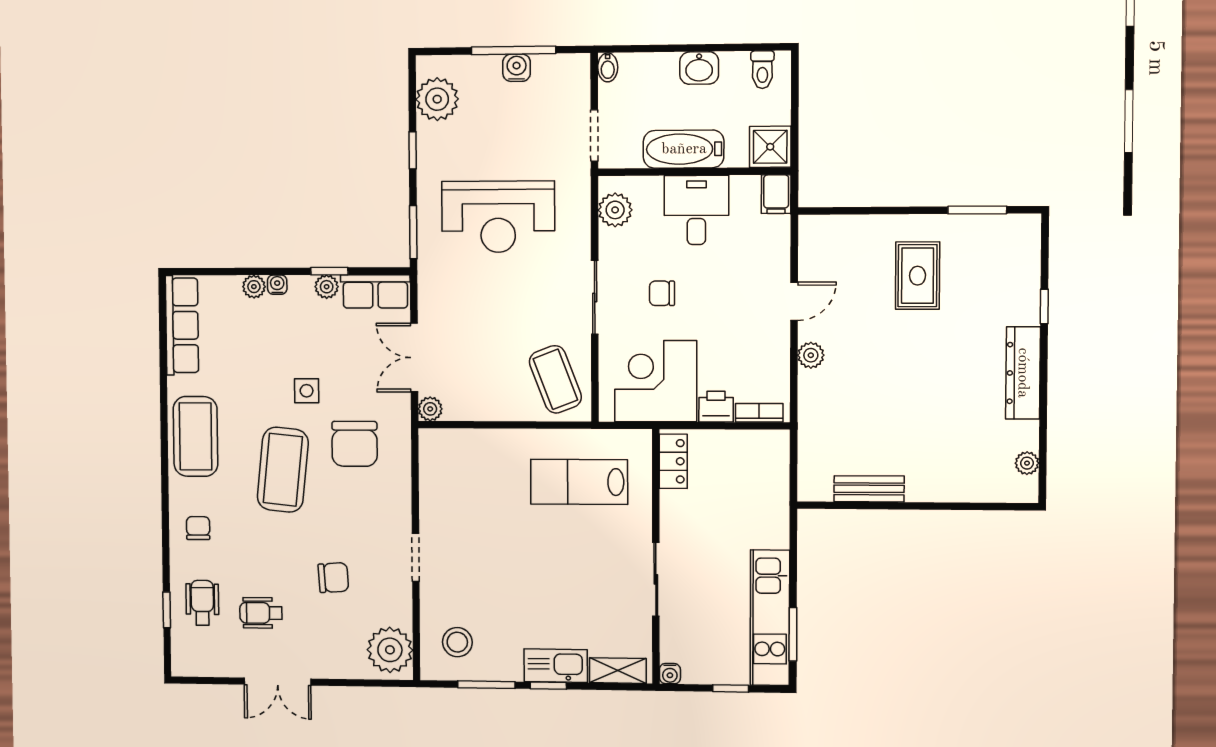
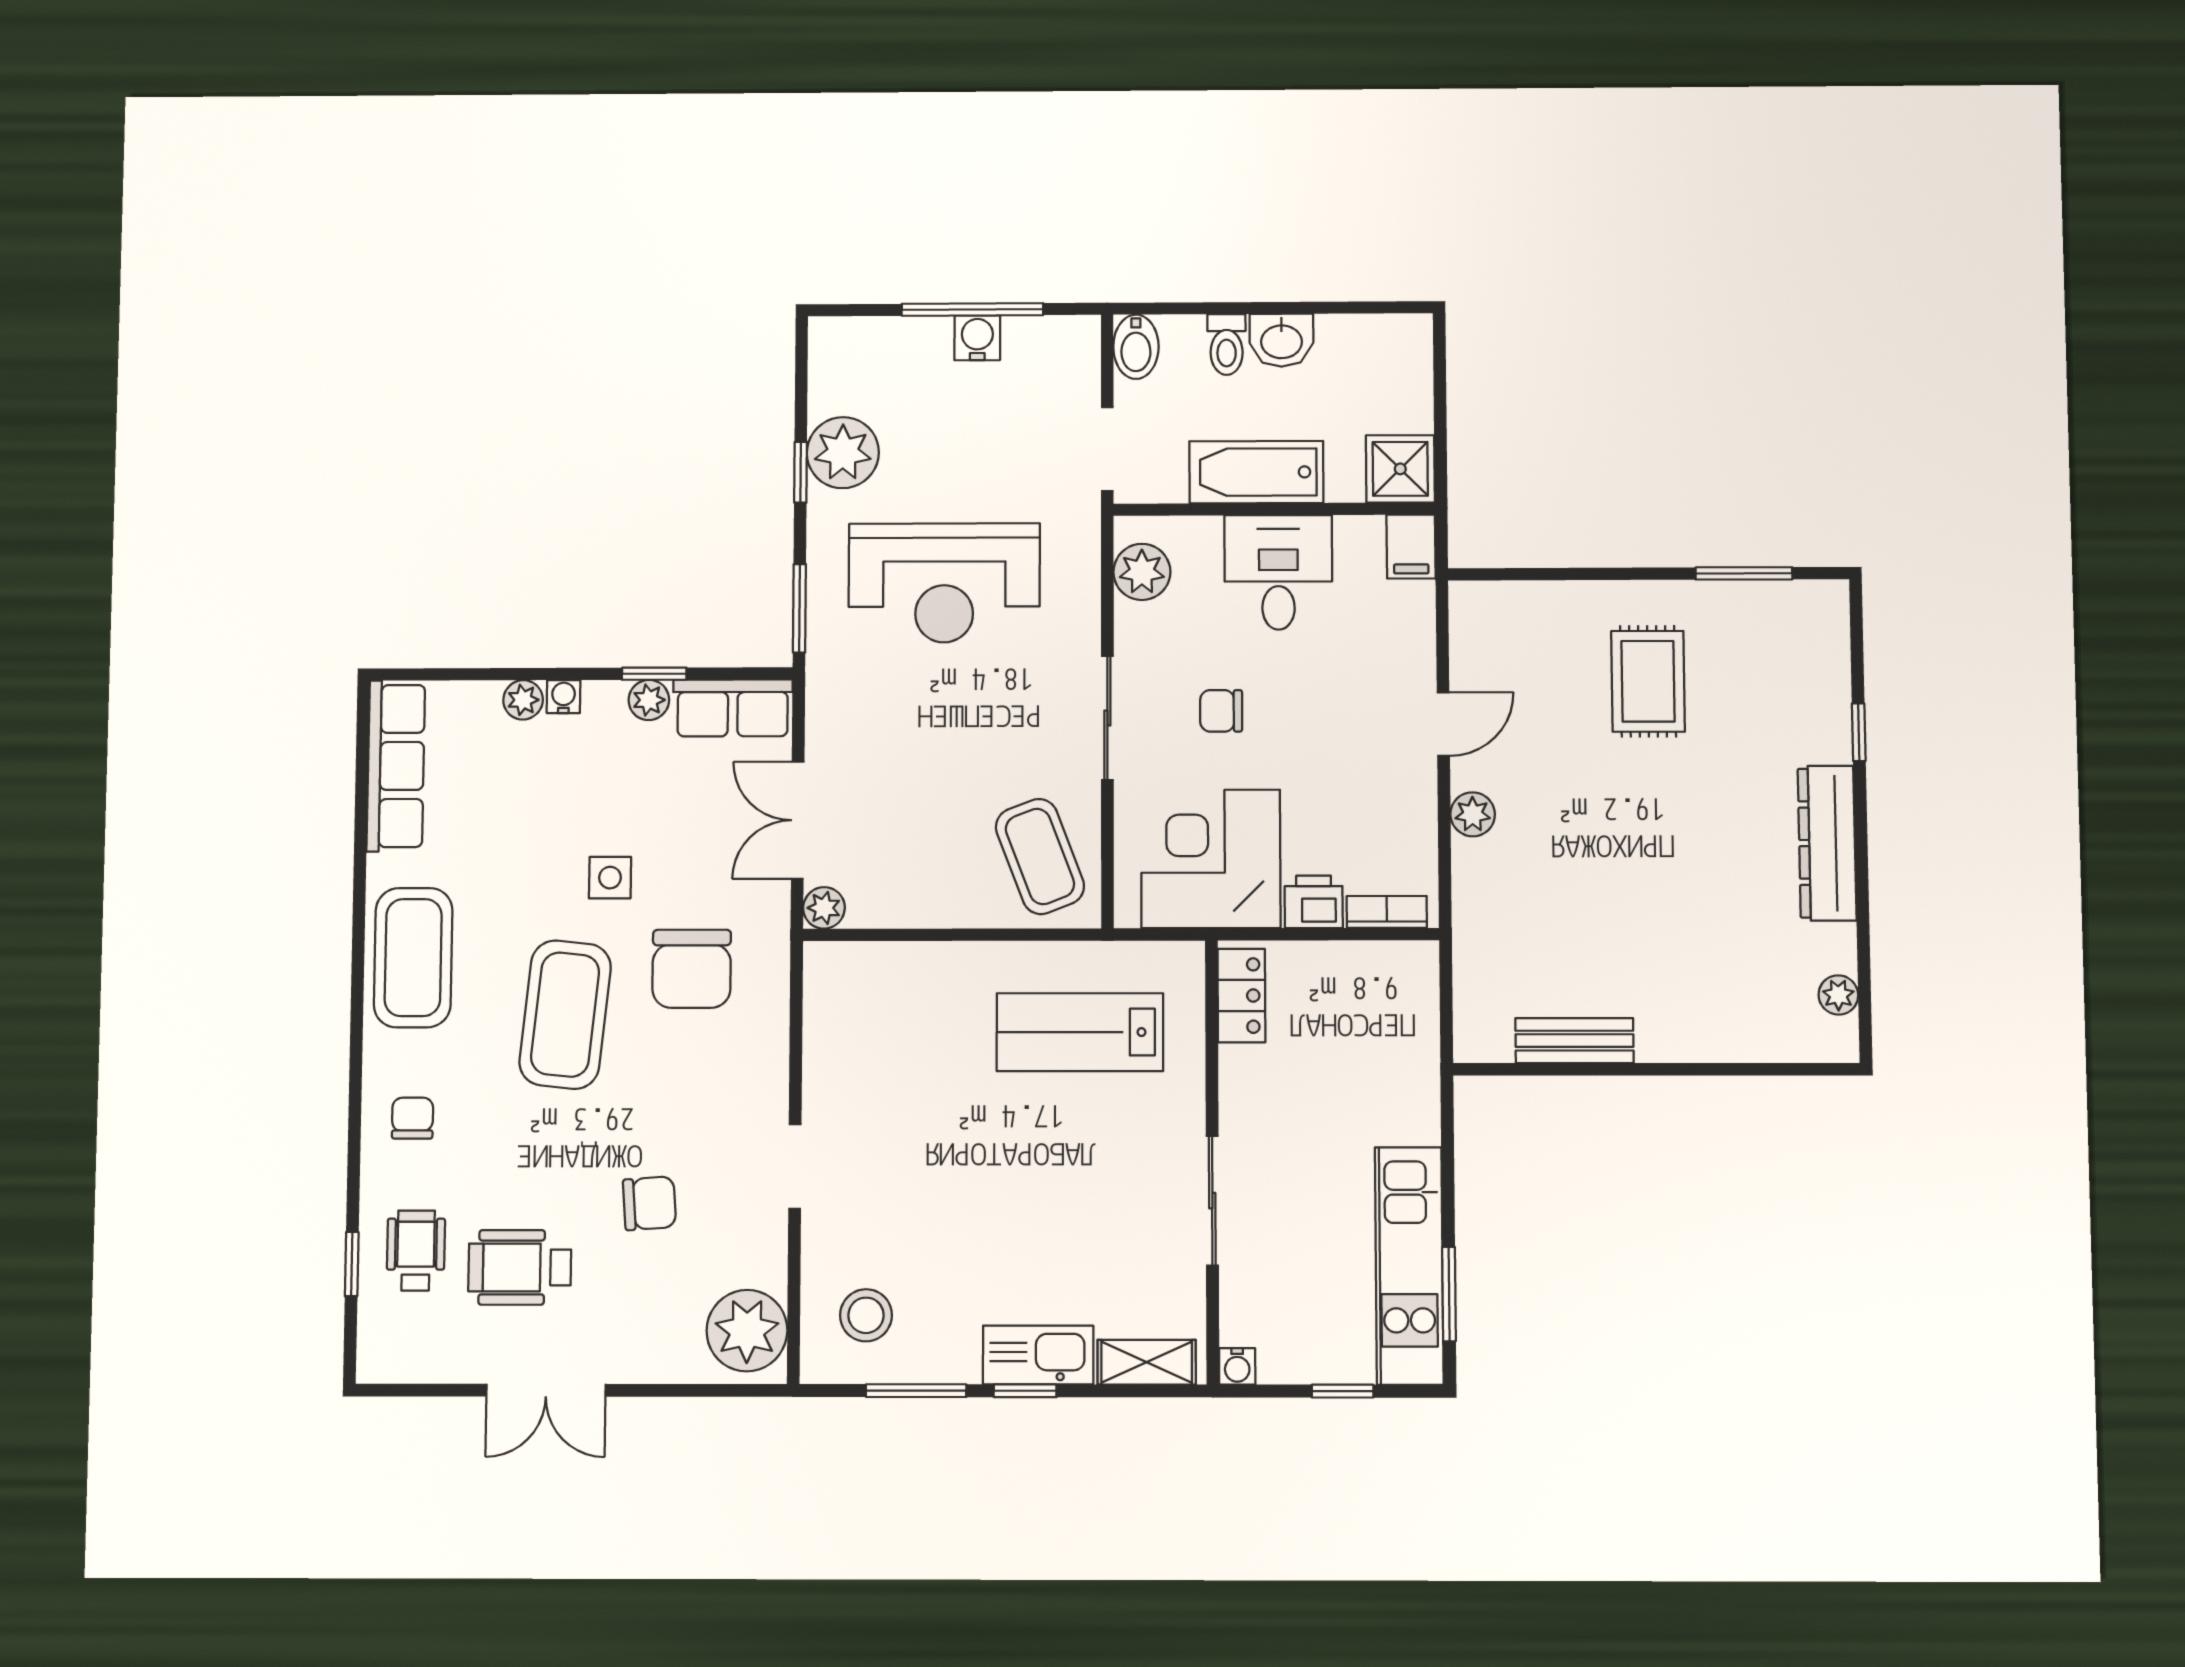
bidet: (608, 67) -> (1136, 347), width x1.38, depth x1.36
toilet: (762, 70) -> (1227, 344), moved
plant: (437, 99) -> (843, 453), moved
wheelchair: (261, 613) -> (520, 1267), width x1.36, depth x1.37

